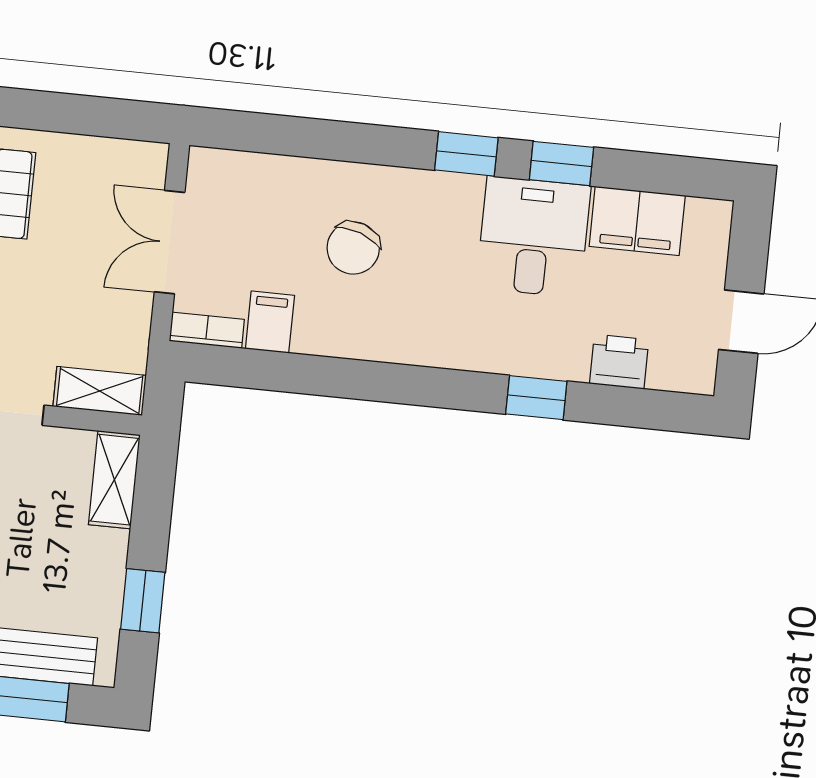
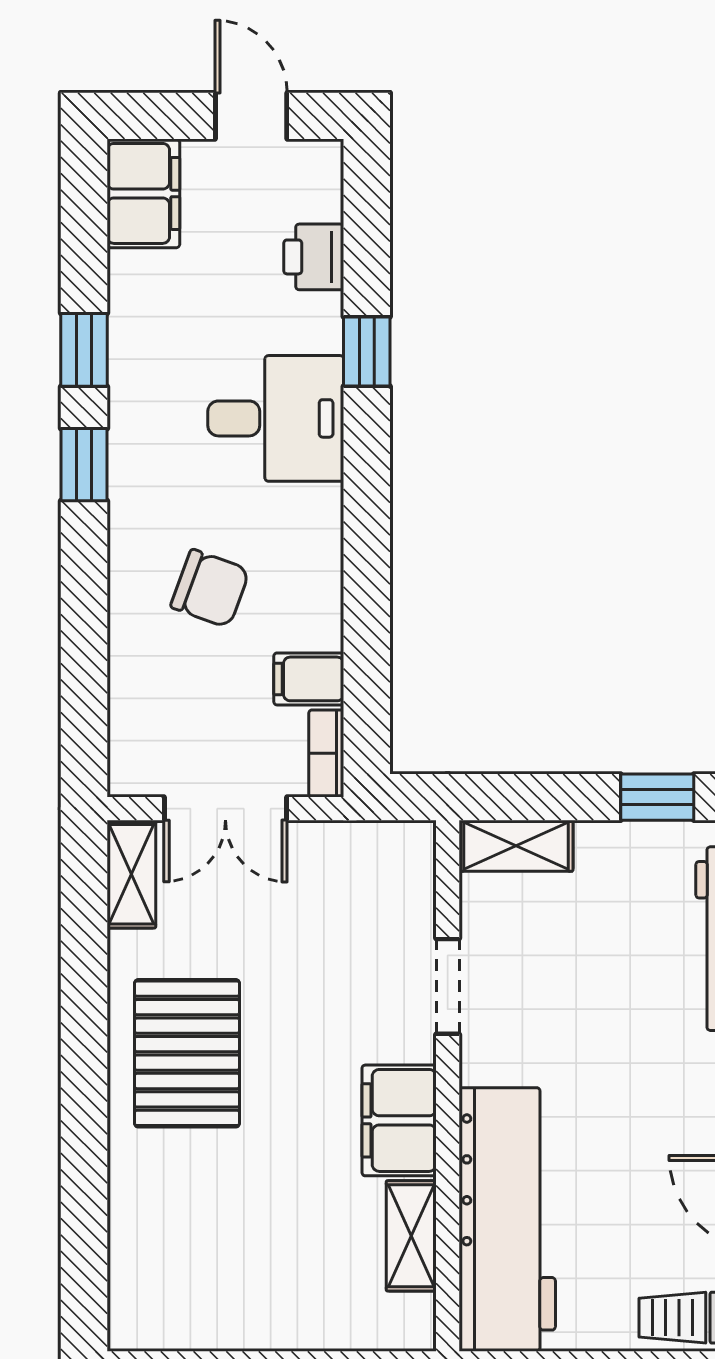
filing cabinet: (637, 221) -> (143, 193), moved
desk: (533, 237) -> (276, 418), moved, turned 180
shelving: (100, 391) -> (131, 874), moved

